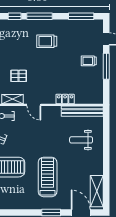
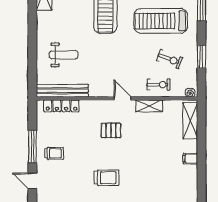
pallet: (19, 76) -> (111, 130), moved
locker: (65, 99) -> (61, 106), moved, width x1.53

